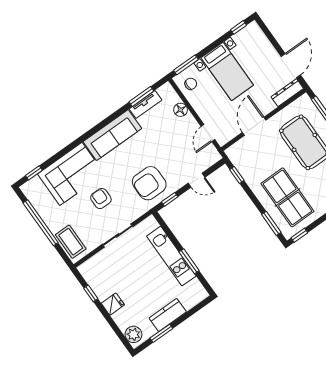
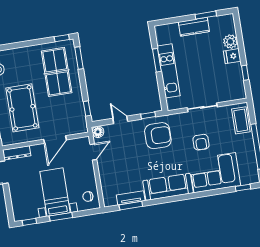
window: (186, 65) -> (61, 217), moved
floor lamp: (181, 110) -> (98, 132), moved
plant: (134, 334) -> (230, 42), moved

